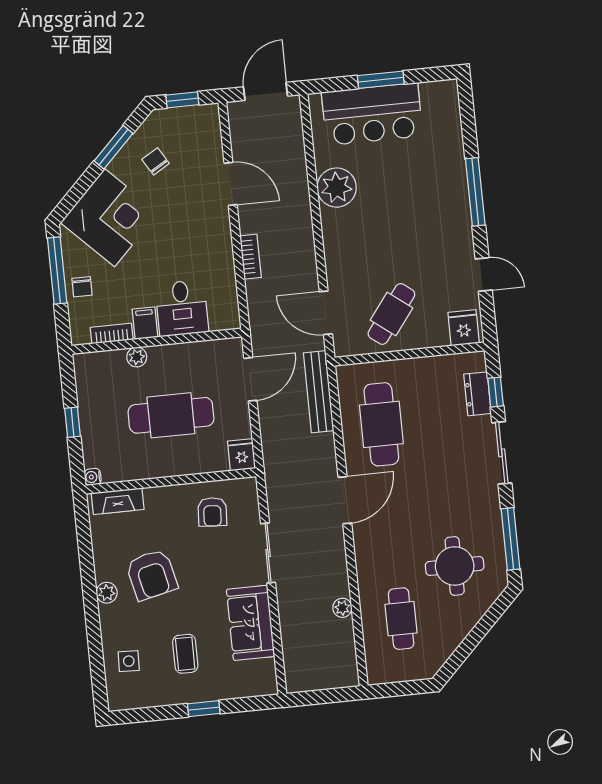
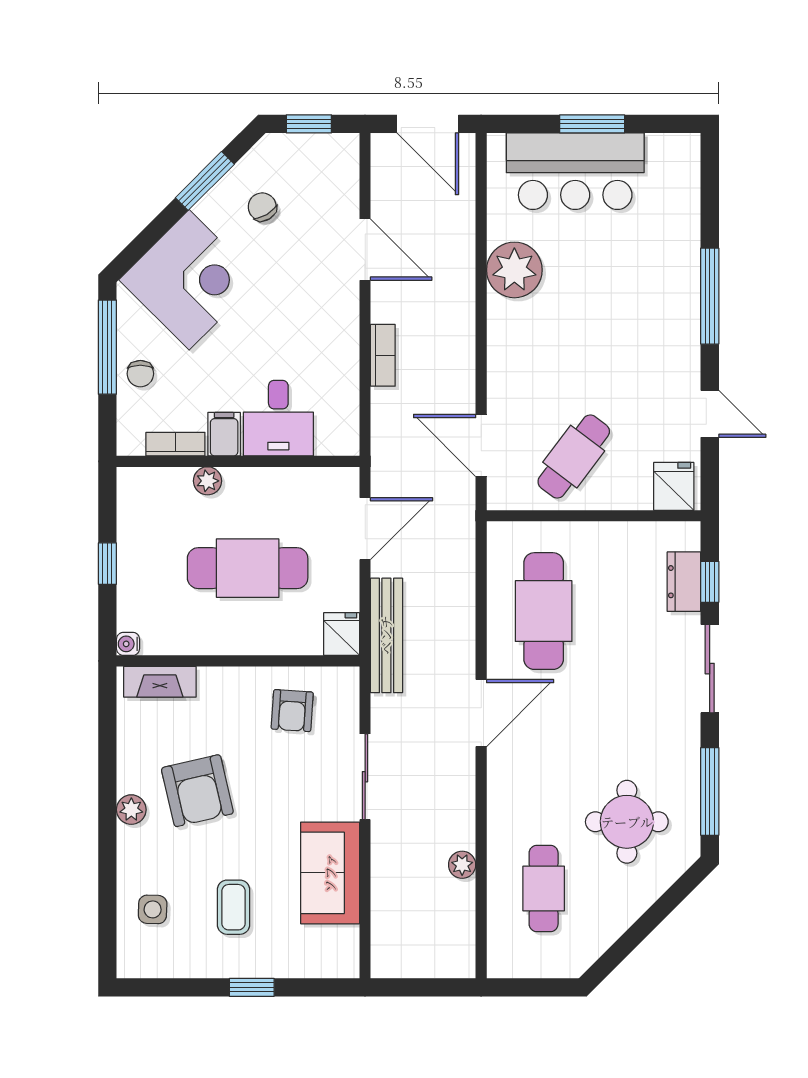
door: (265, 91) -> (428, 124), swing flipped
bench: (319, 392) -> (386, 635), moved

